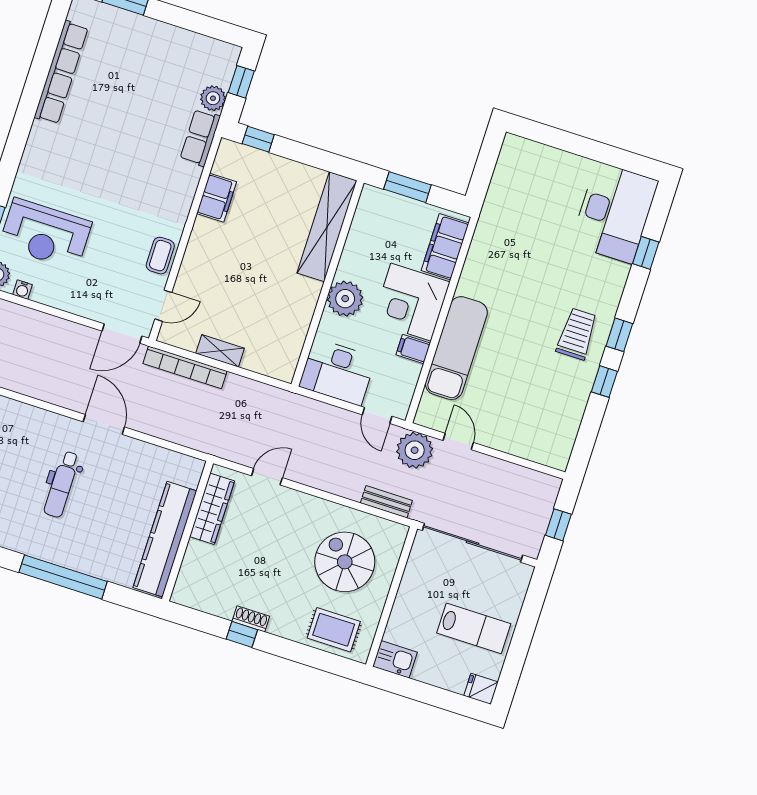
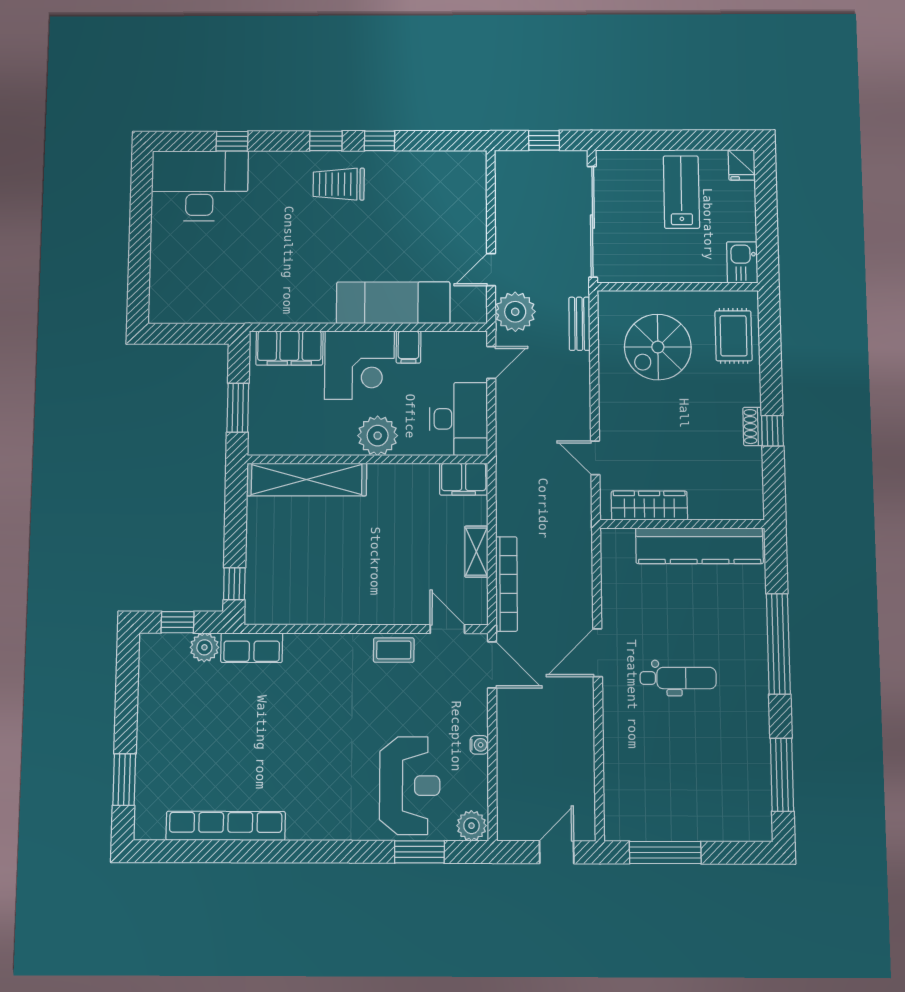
filing cabinet: (217, 198) -> (464, 479), moved, turned 180
water cooler: (22, 290) -> (479, 745), moved

